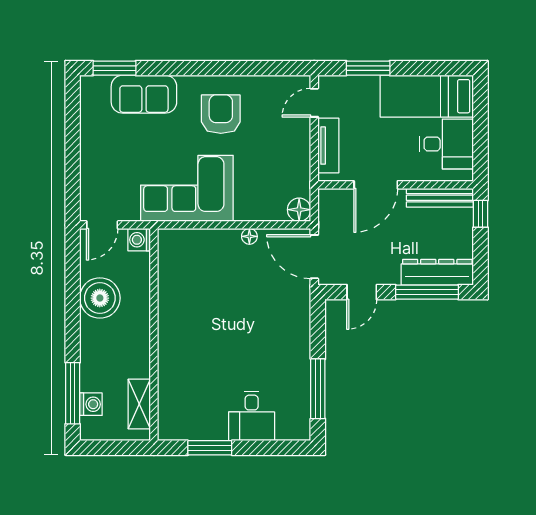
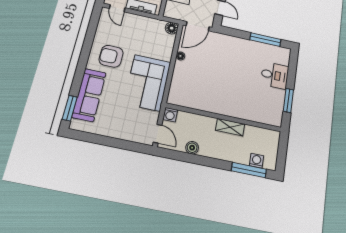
sofa: (144, 94) -> (89, 95), width x1.36
boiler: (100, 298) -> (192, 148), width x0.54, depth x0.54
shelving: (139, 404) -> (230, 127), moved

